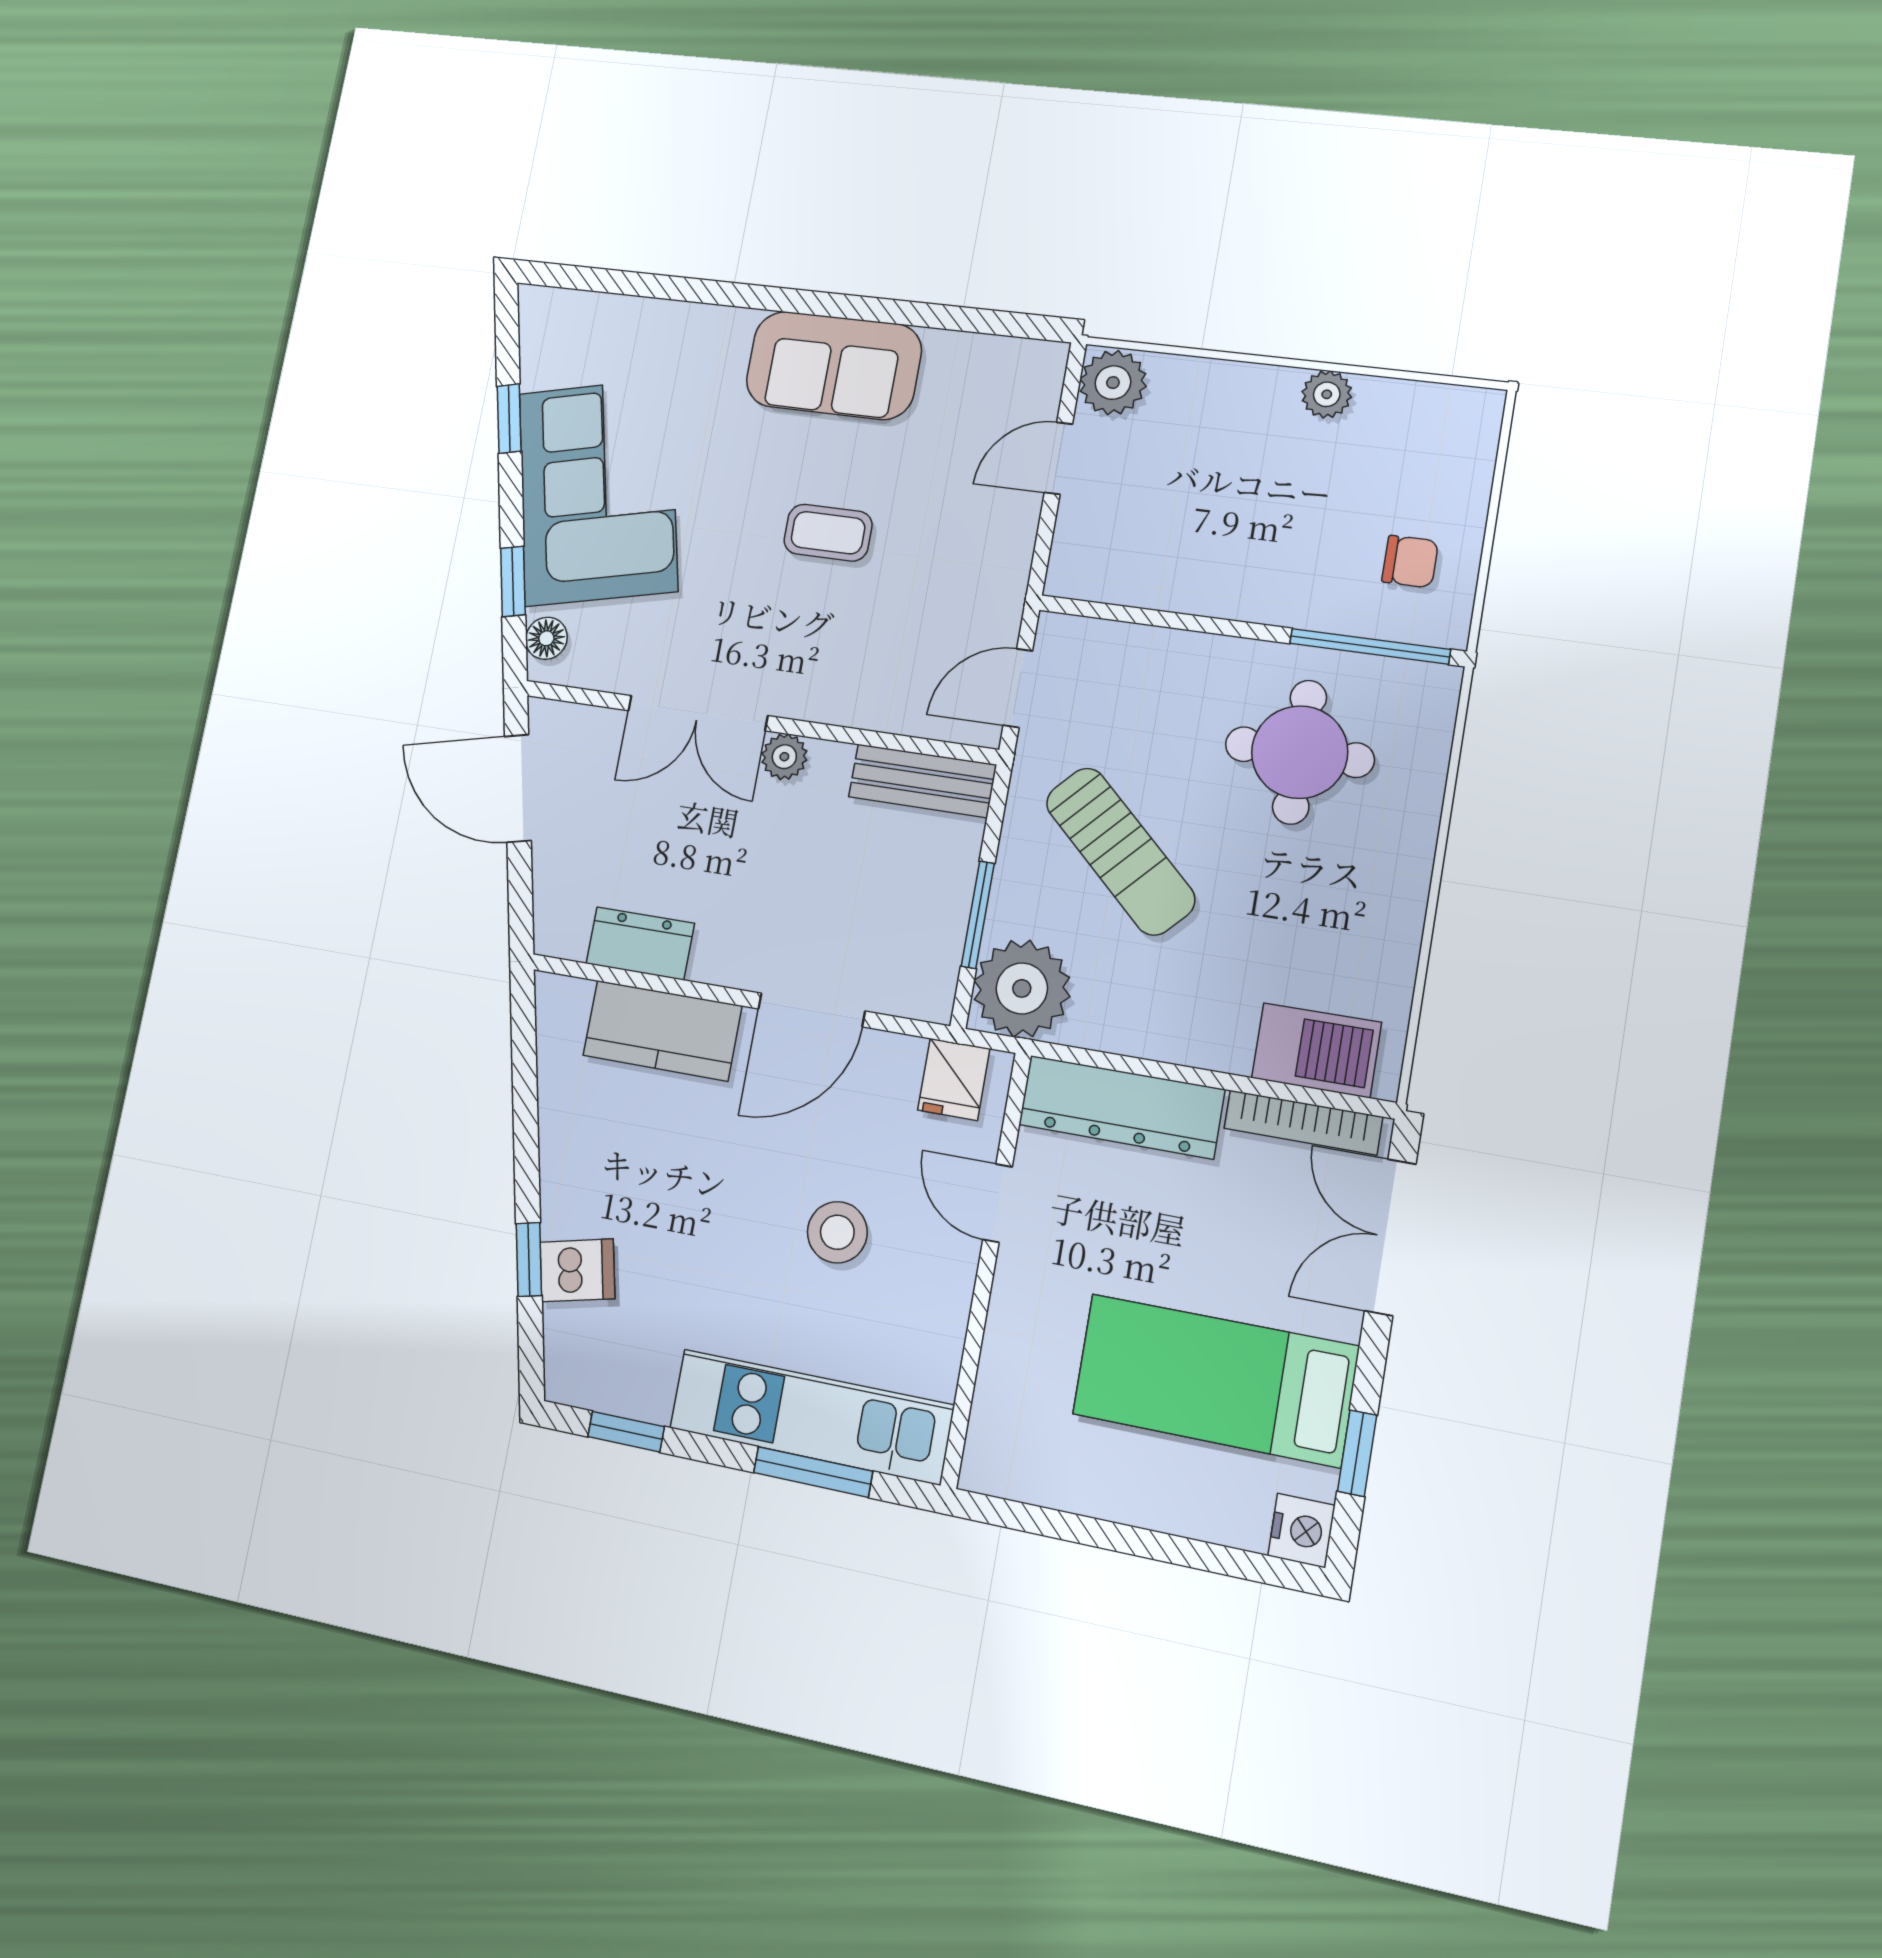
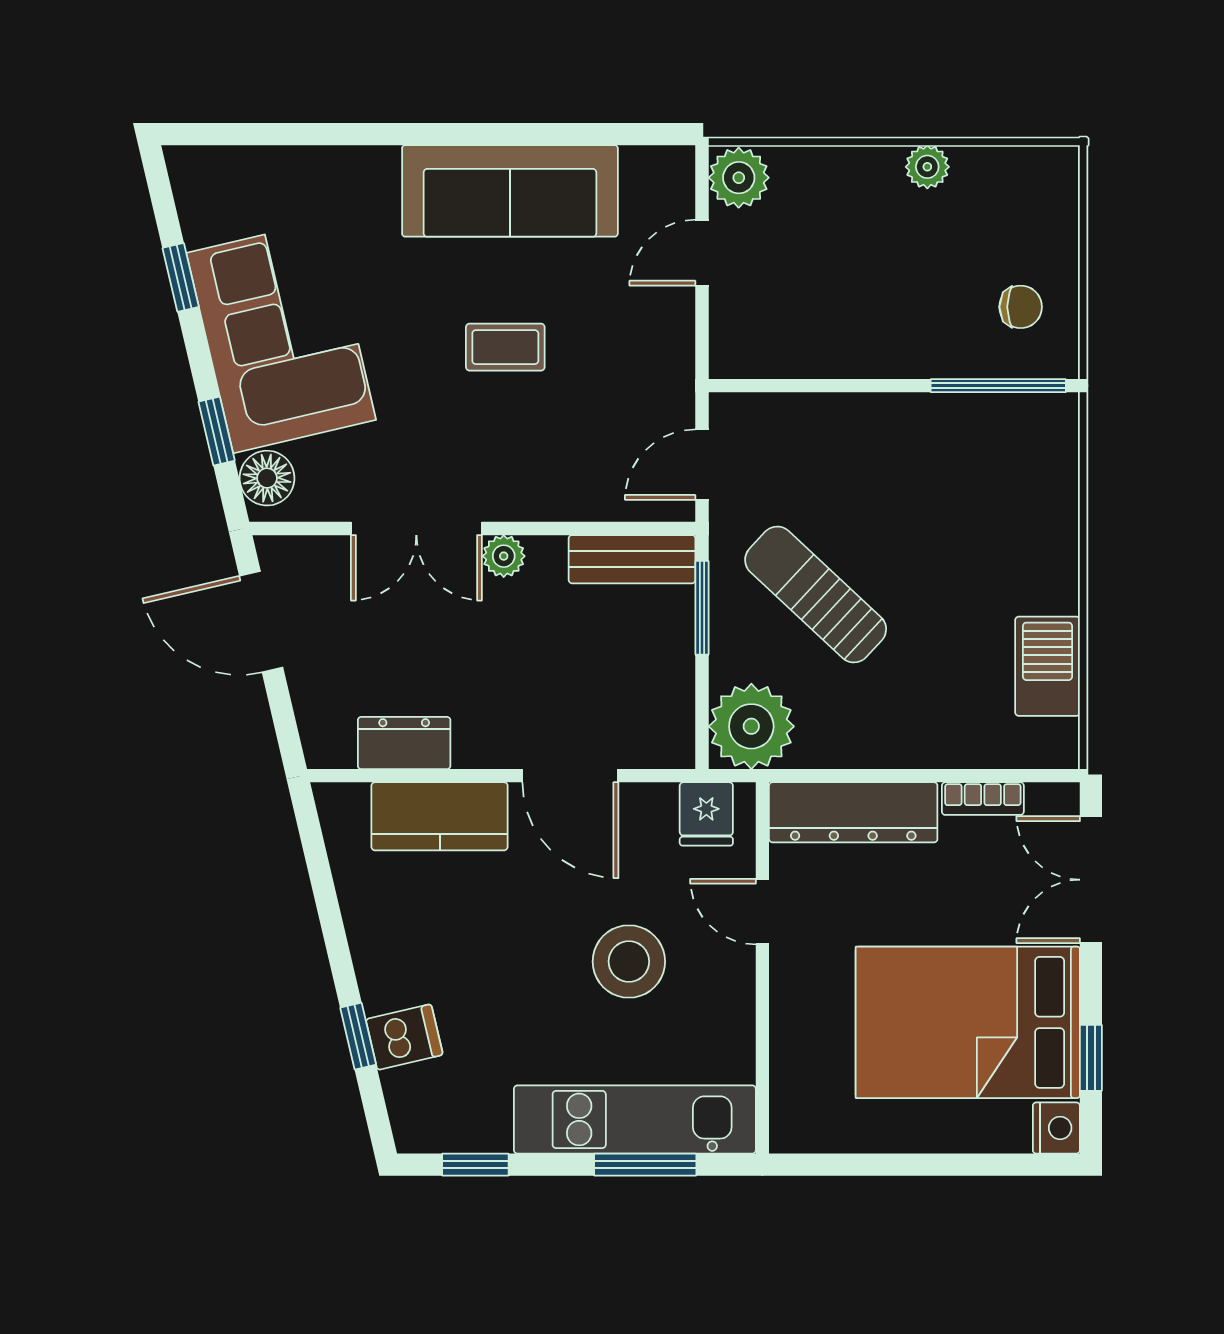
sofa: (834, 365) -> (510, 191), width x1.36
floor lamp: (546, 638) -> (267, 478), width x1.37, depth x1.37
round table: (1300, 752) -> (954, 486), removed
sun lounger: (1120, 851) -> (816, 595), turned 180
window: (978, 915) -> (702, 608), moved
door: (811, 1010) -> (570, 776), hinge flipped
barbecue: (1316, 1050) -> (1048, 666), moved, turned -90
bookcase: (1303, 1123) -> (983, 799), width x0.64
stool: (837, 1232) -> (629, 962), width x1.38, depth x1.38
bed: (1215, 1380) -> (968, 1022), width x1.50

